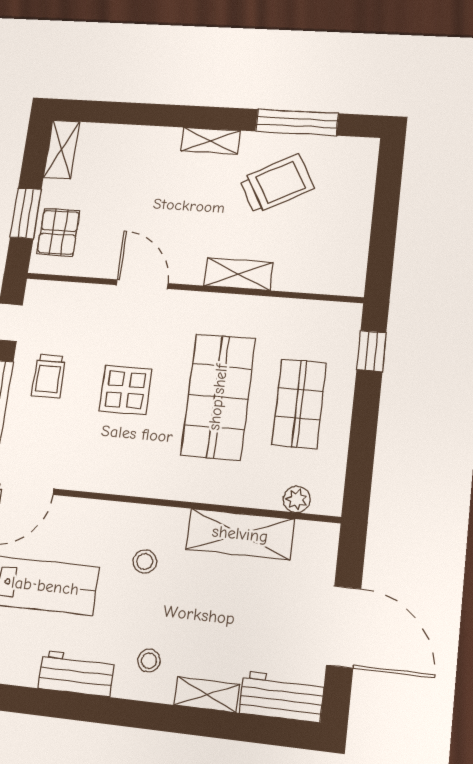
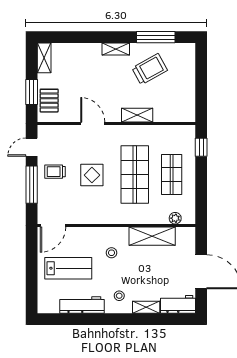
trolley: (48, 376) -> (55, 172), turned 90
workbench: (76, 674) -> (82, 305), width x1.38

